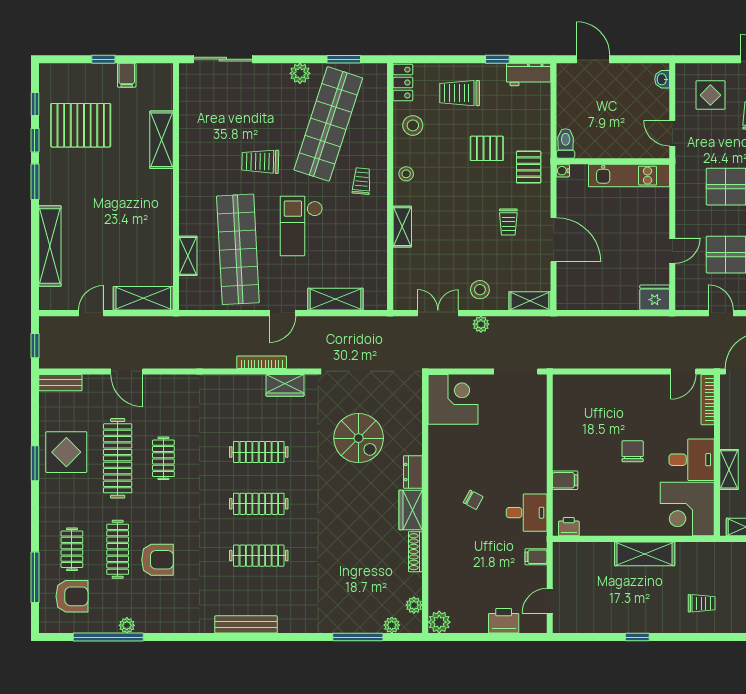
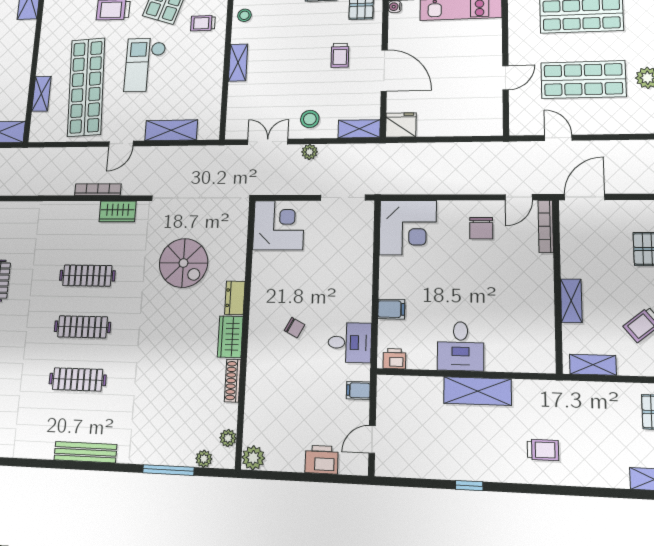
trolley: (362, 181) -> (203, 23), turned -95
fridge: (655, 298) -> (401, 125), moved
chair: (633, 451) -> (481, 228), moved, turned 180
desk: (692, 460) -> (461, 346), moved, turned 90
corner desk: (687, 509) -> (408, 228), moved, turned -90
bench: (246, 624) -> (85, 452), moved

